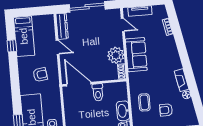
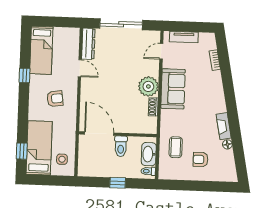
door: (123, 25) -> (161, 51), swing flipped
window: (12, 46) -> (25, 75), moved
wall: (94, 83) -> (118, 134), moved
door: (79, 84) -> (99, 134), moved
toilet: (98, 92) -> (121, 146), moved

